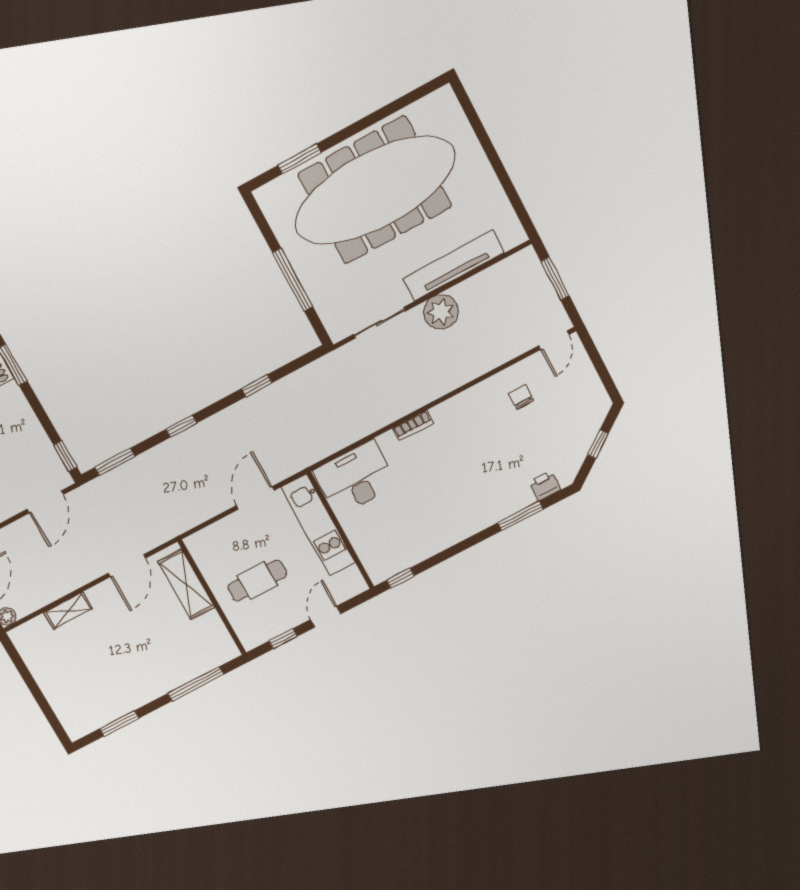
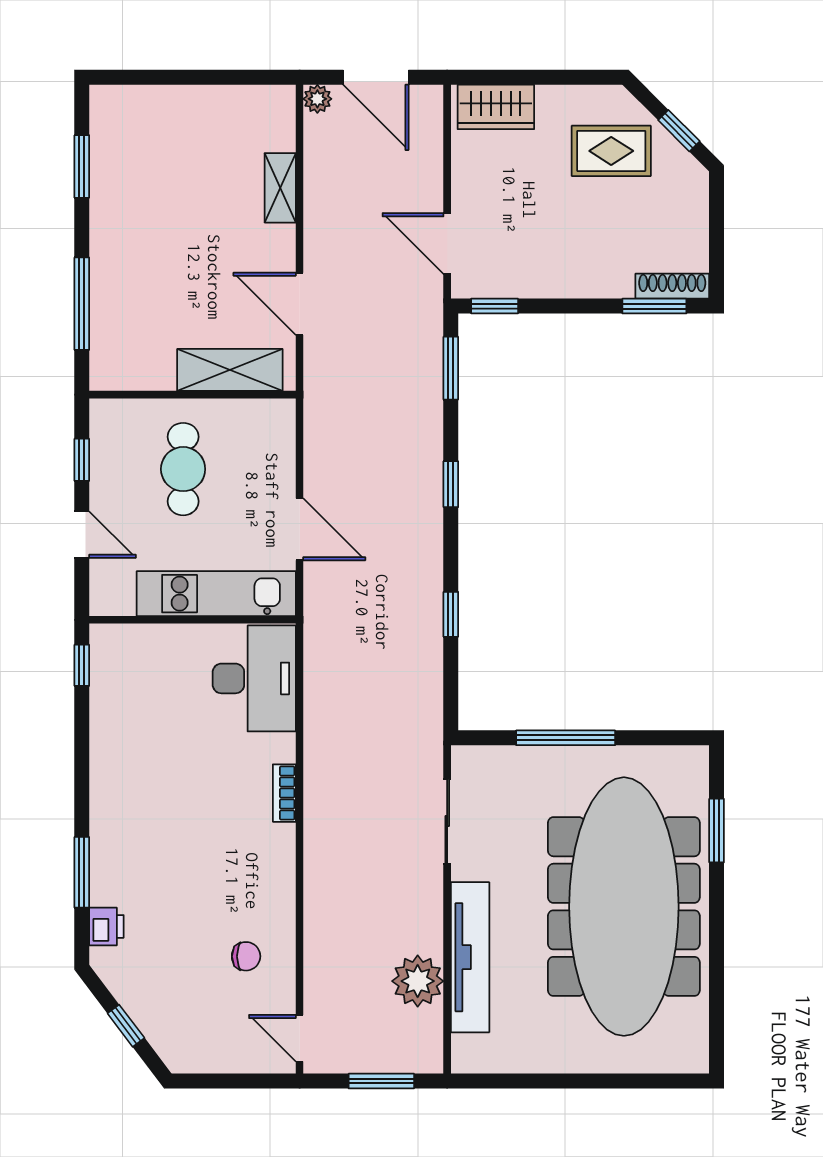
plant: (441, 312) -> (418, 981), moved

